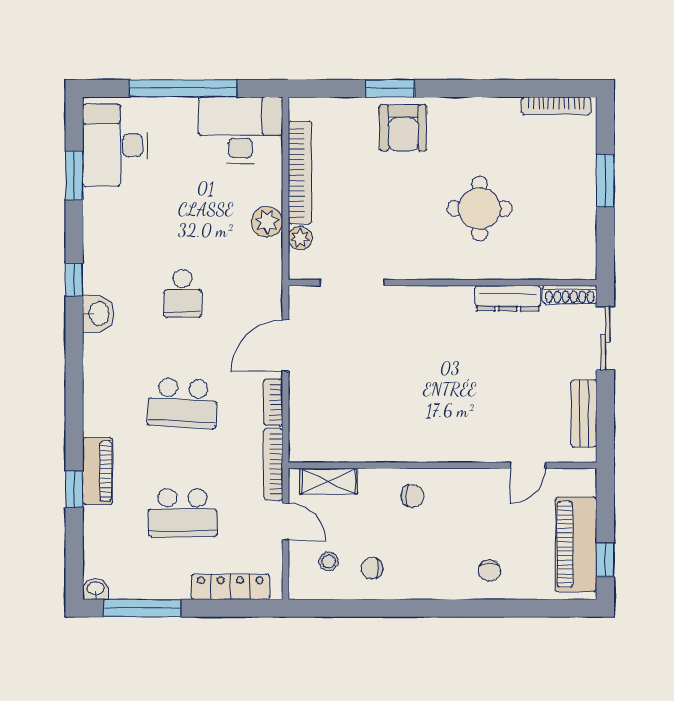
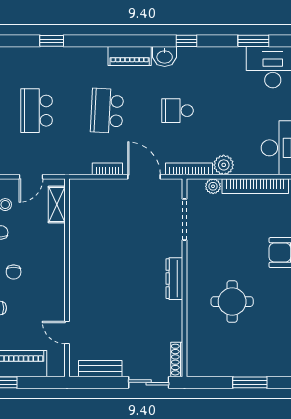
dresser: (508, 298) -> (174, 279), moved
bookcase: (273, 464) -> (189, 169), moved
piano: (98, 471) -> (130, 56), moved
chair: (412, 496) -> (14, 272), moved

